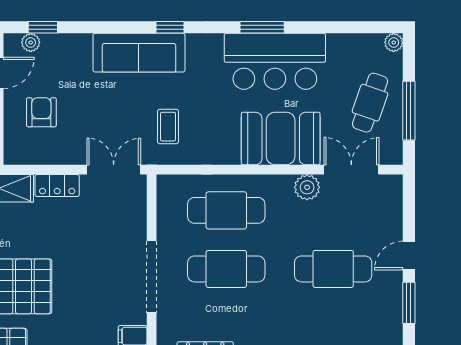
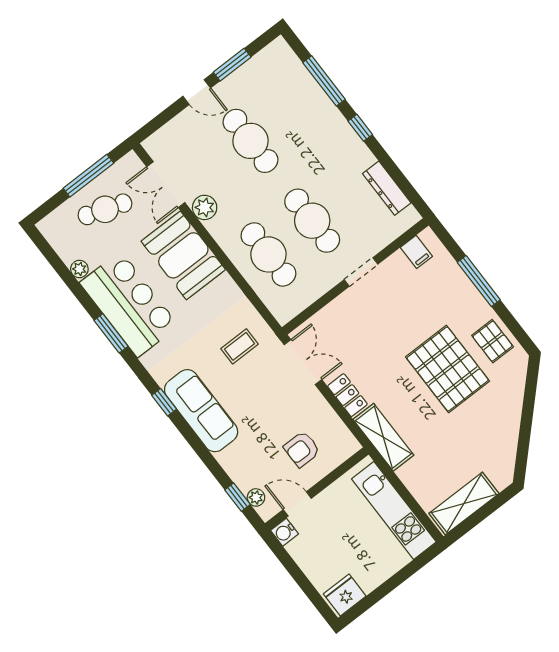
plant: (394, 42) -> (79, 269), moved
double door: (114, 170) -> (303, 362), swing flipped
doorway: (152, 277) -> (361, 272), width x0.53

